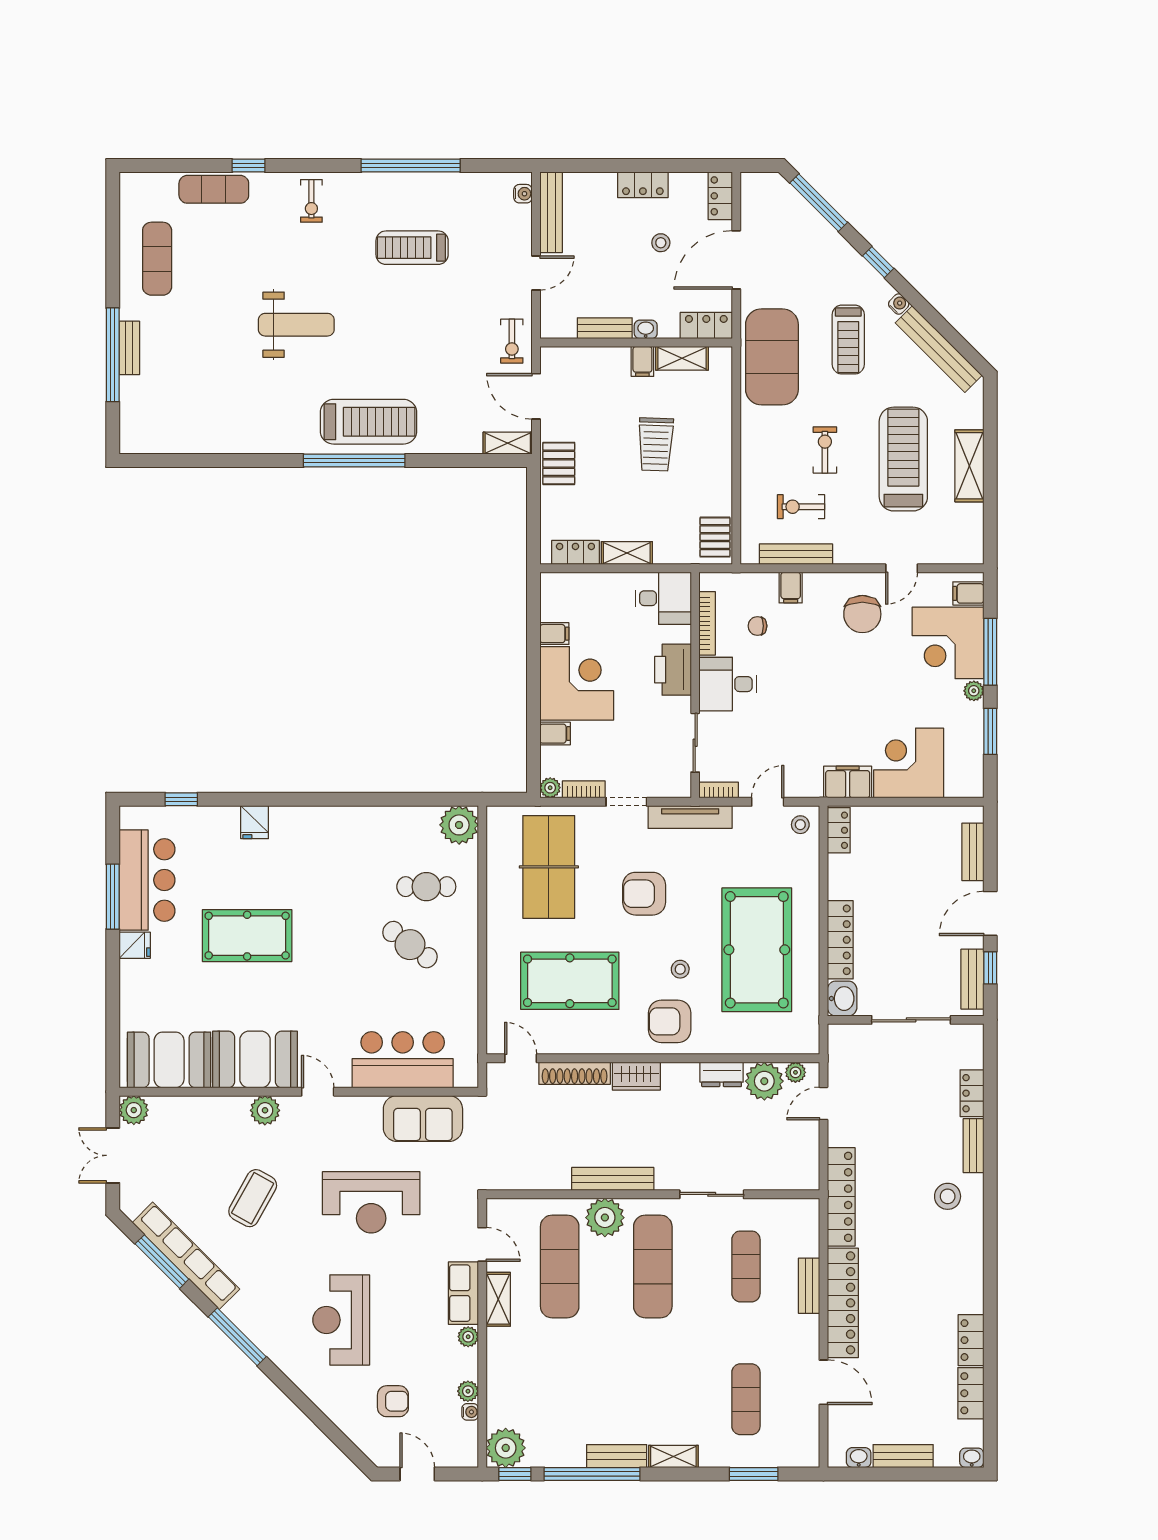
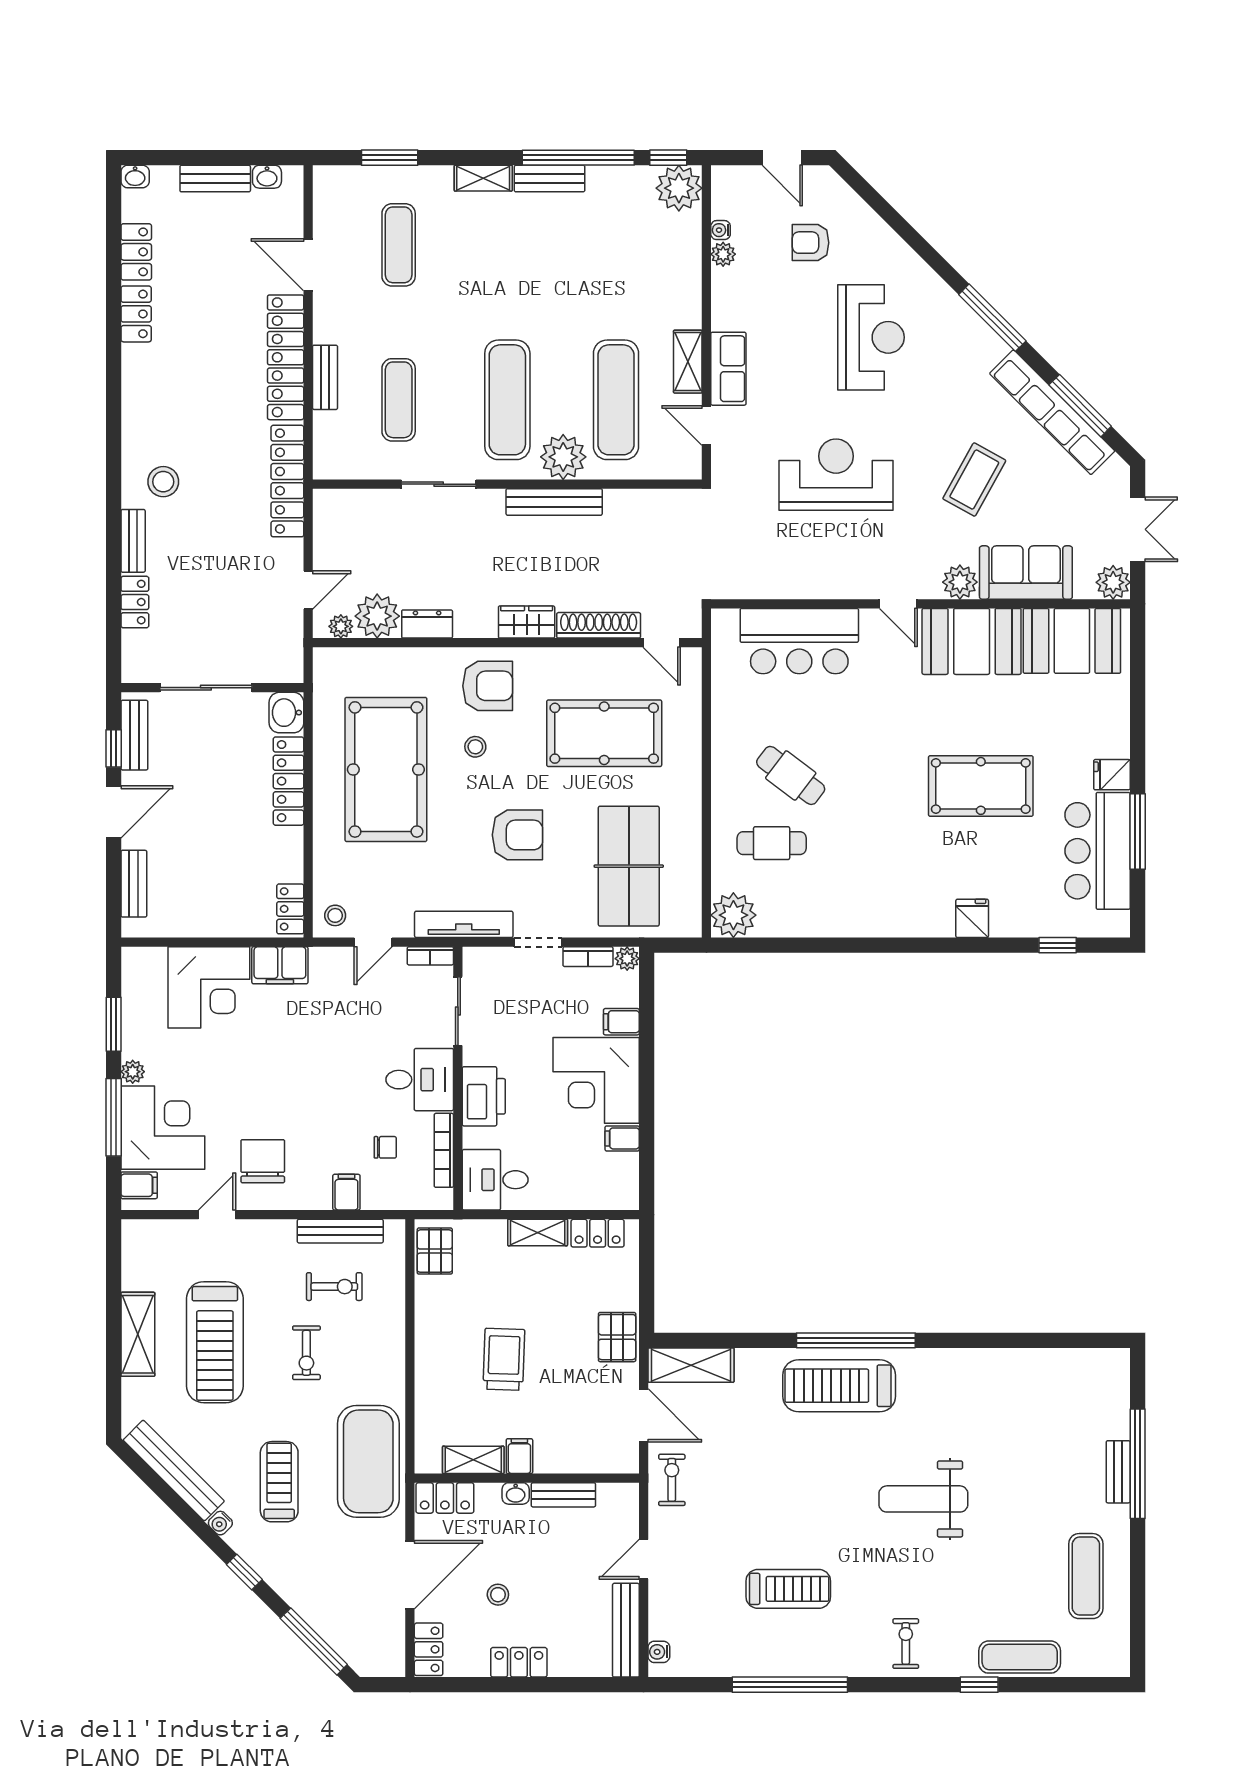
shelving: (508, 443) -> (691, 1365), width x1.50, depth x1.33
sofa: (423, 1118) -> (1026, 573), moved
plant: (468, 1337) -> (723, 318), removed

